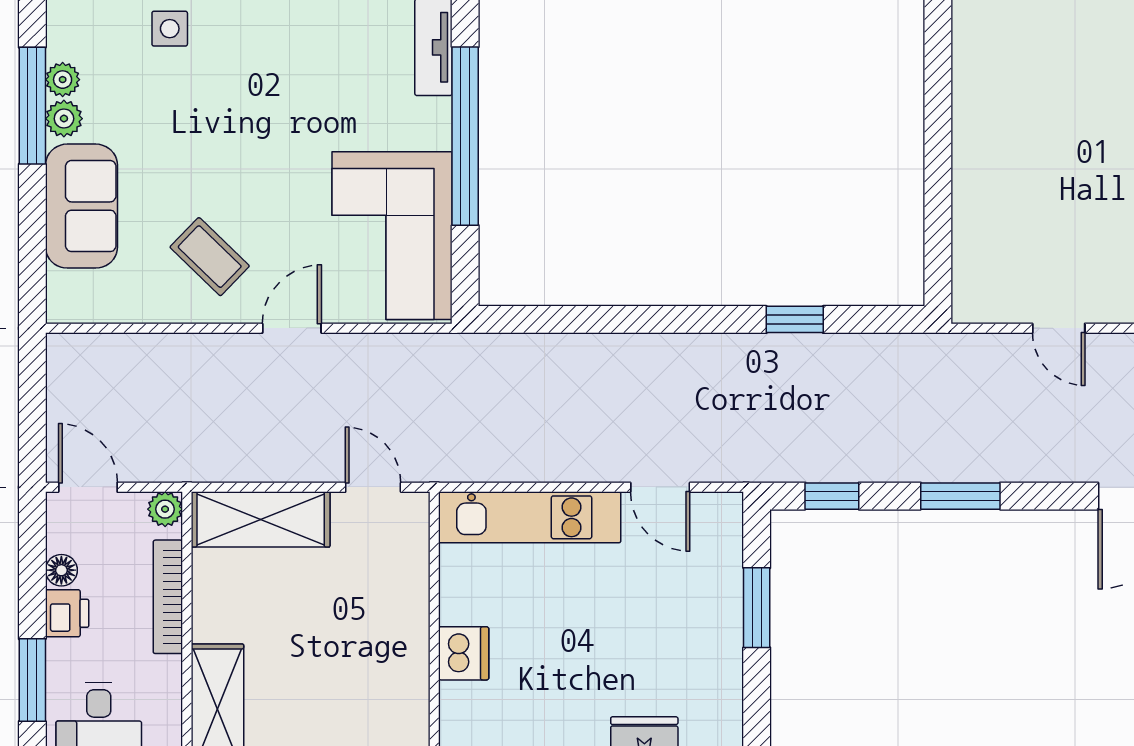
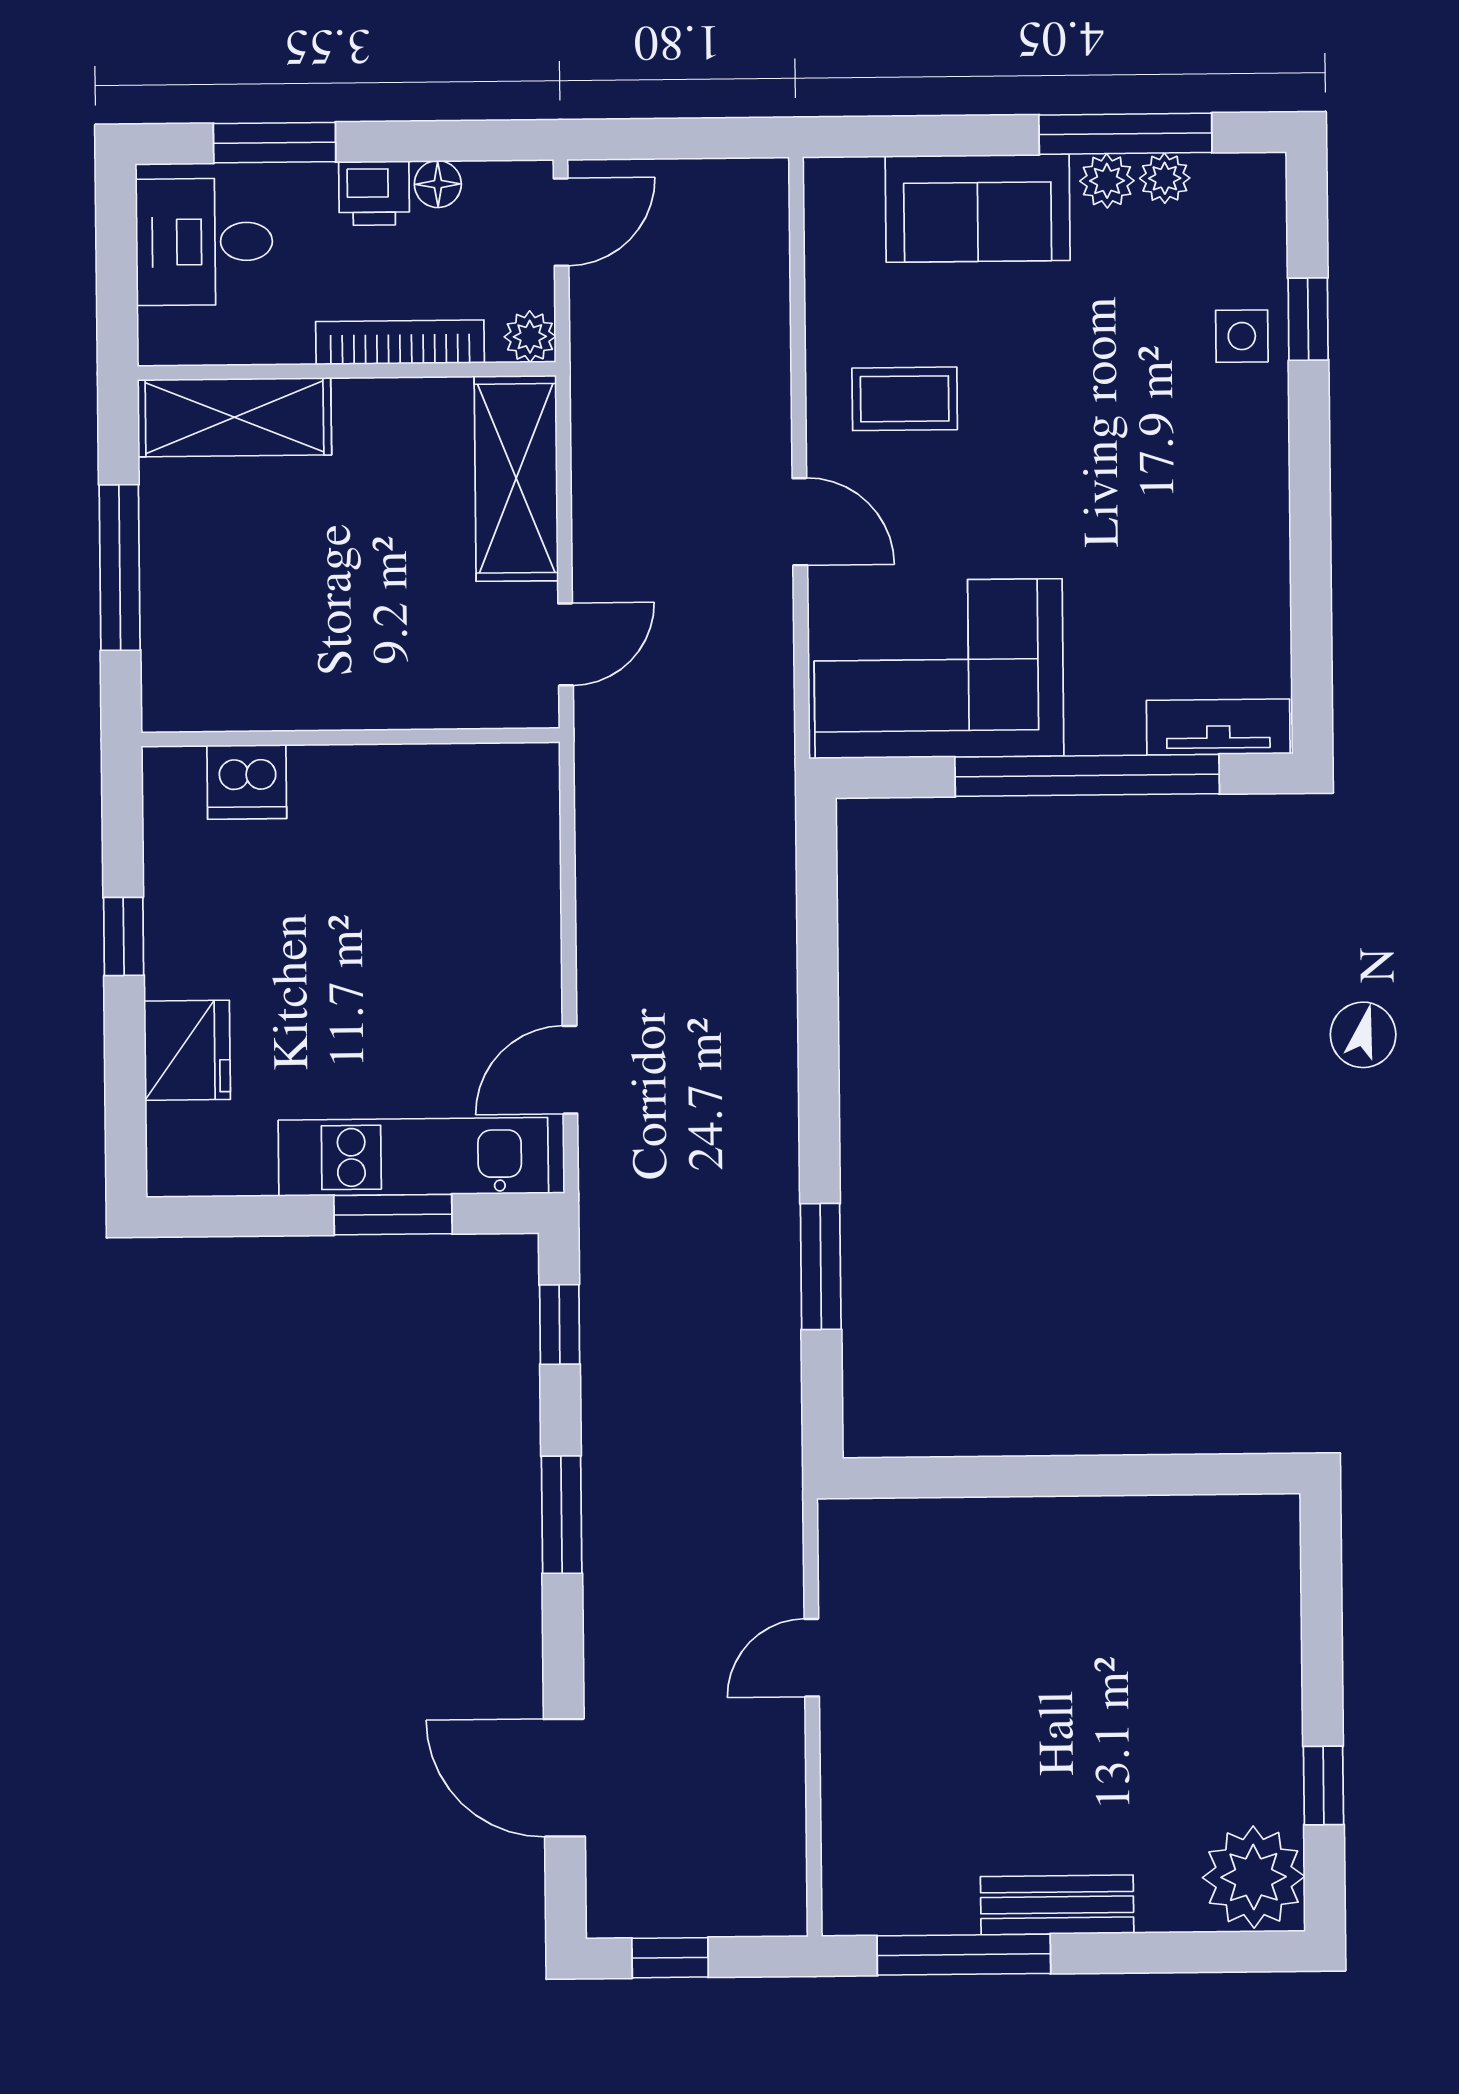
coffee table: (210, 257) -> (905, 399), turned 46
window: (795, 319) -> (821, 1267), width x1.50
kitchen unit: (530, 517) -> (413, 1157), moved, turned 90
dishwasher: (464, 653) -> (247, 782), moved

